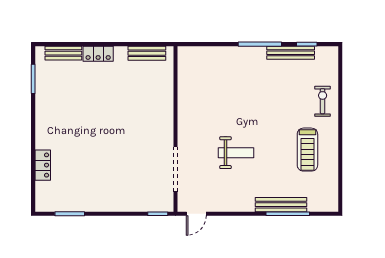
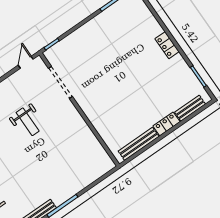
bench: (147, 53) -> (139, 144), width x1.36
weight bench: (236, 153) -> (28, 122), turned -90
locker: (43, 165) -> (167, 45), moved

